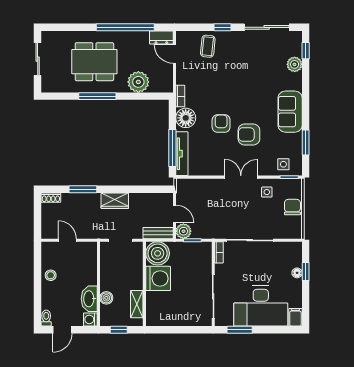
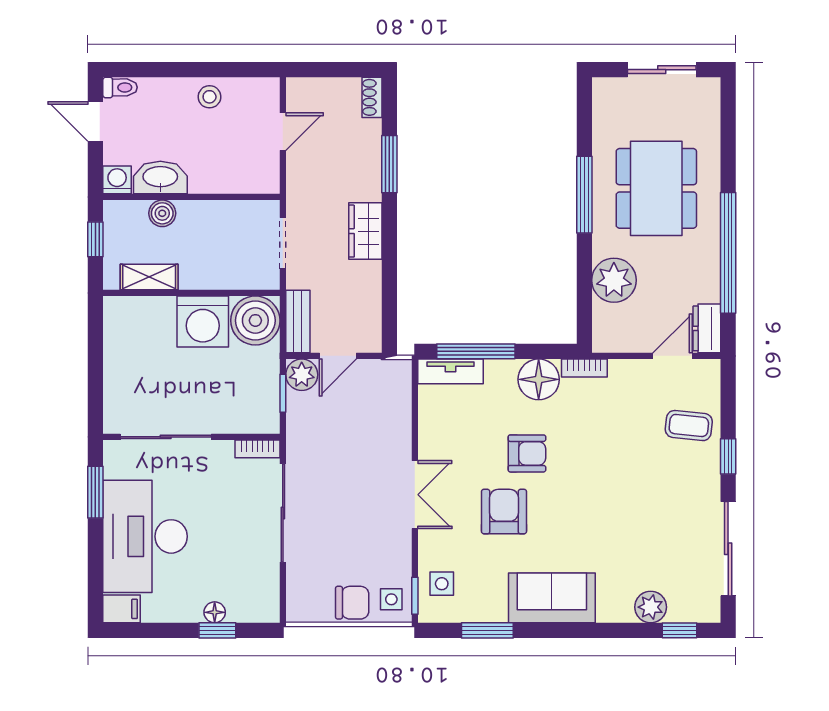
tv unit: (182, 154) -> (450, 371), width x0.71
side table: (267, 192) -> (391, 599), moved

